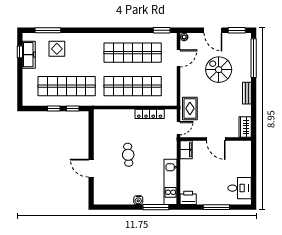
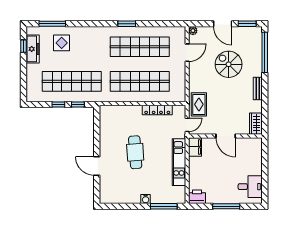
window: (162, 30) -> (127, 24), moved
cafe table: (128, 155) -> (135, 152), width x1.37, depth x1.35
kitchen unit: (171, 182) -> (179, 162), moved

